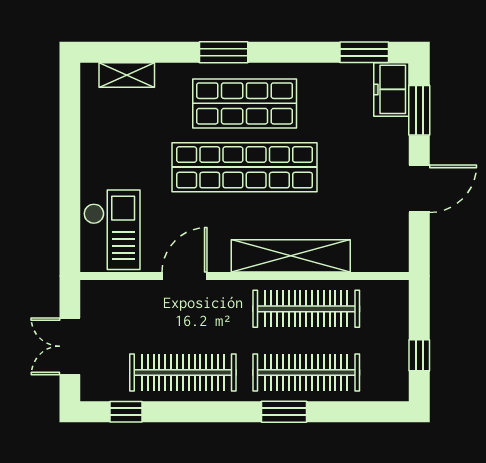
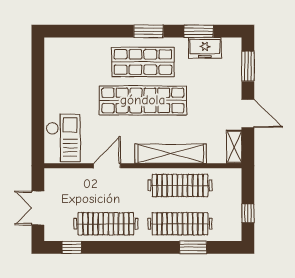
window: (224, 52) -> (149, 31), moved
window: (364, 52) -> (199, 31), moved
shelving: (127, 75) -> (234, 147), moved, turned 90
freezer: (391, 89) -> (205, 48), moved, turned -90
door: (419, 189) -> (248, 113), hinge flipped
window: (284, 412) -> (193, 247), moved

